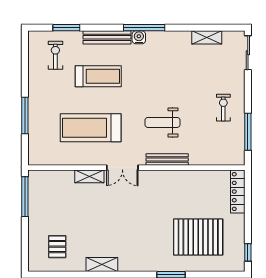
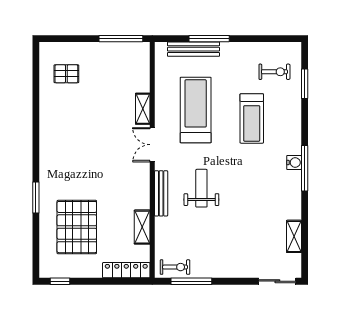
bench: (107, 37) -> (194, 49), moved, turned 90
exercise bike: (223, 108) -> (175, 267), moved
shelving: (102, 265) -> (142, 227), moved

